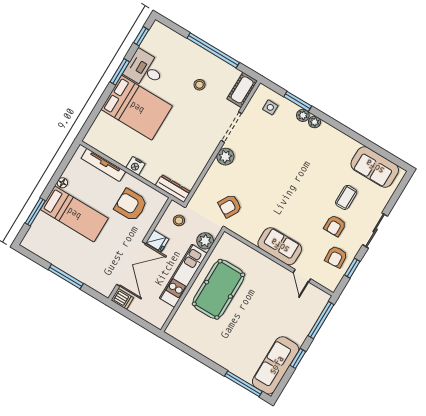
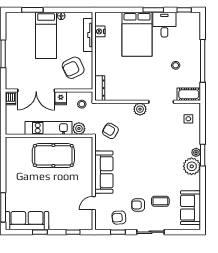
window: (298, 101) -> (203, 155), moved
plant: (303, 115) -> (192, 166), moved, width x1.88, depth x1.88
nightstand: (136, 166) -> (100, 31), moved
armchair: (131, 205) -> (73, 68), turned -116
sofa: (280, 246) -> (104, 172), width x1.36
window: (321, 320) -> (73, 232), width x0.46

